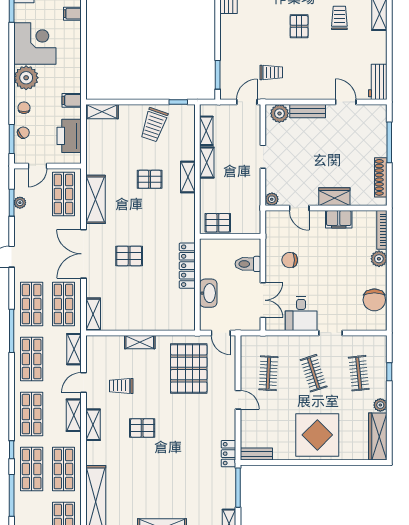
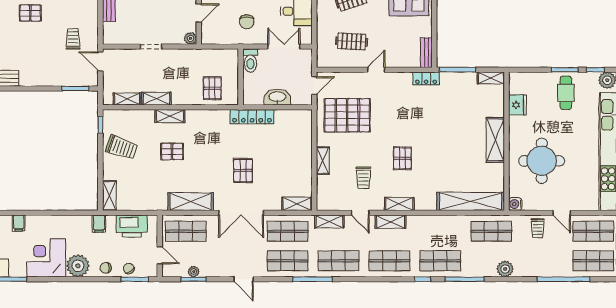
plant: (279, 113) -> (111, 31), removed
pallet: (150, 179) -> (172, 151), turned 90
wall: (230, 236) -> (241, 77), moved
shop shelf: (63, 469) -> (440, 231), removed

